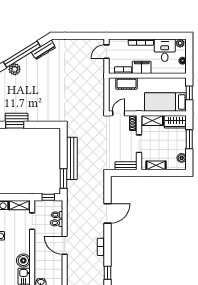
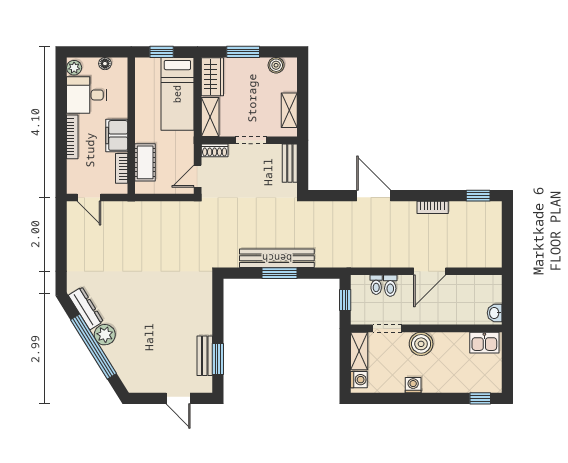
plant: (15, 69) -> (105, 335), moved
door: (119, 113) -> (198, 176), hinge flipped
window: (64, 179) -> (280, 273), moved
boiler: (23, 261) -> (421, 344), moved

